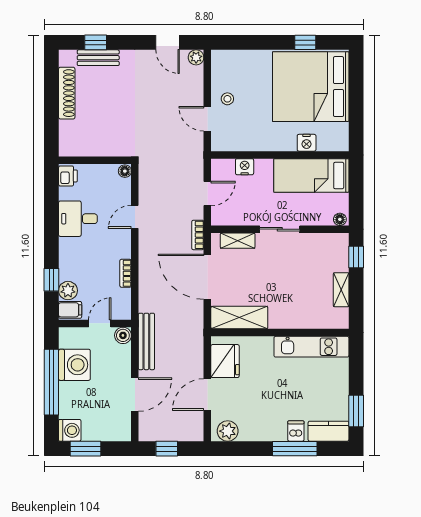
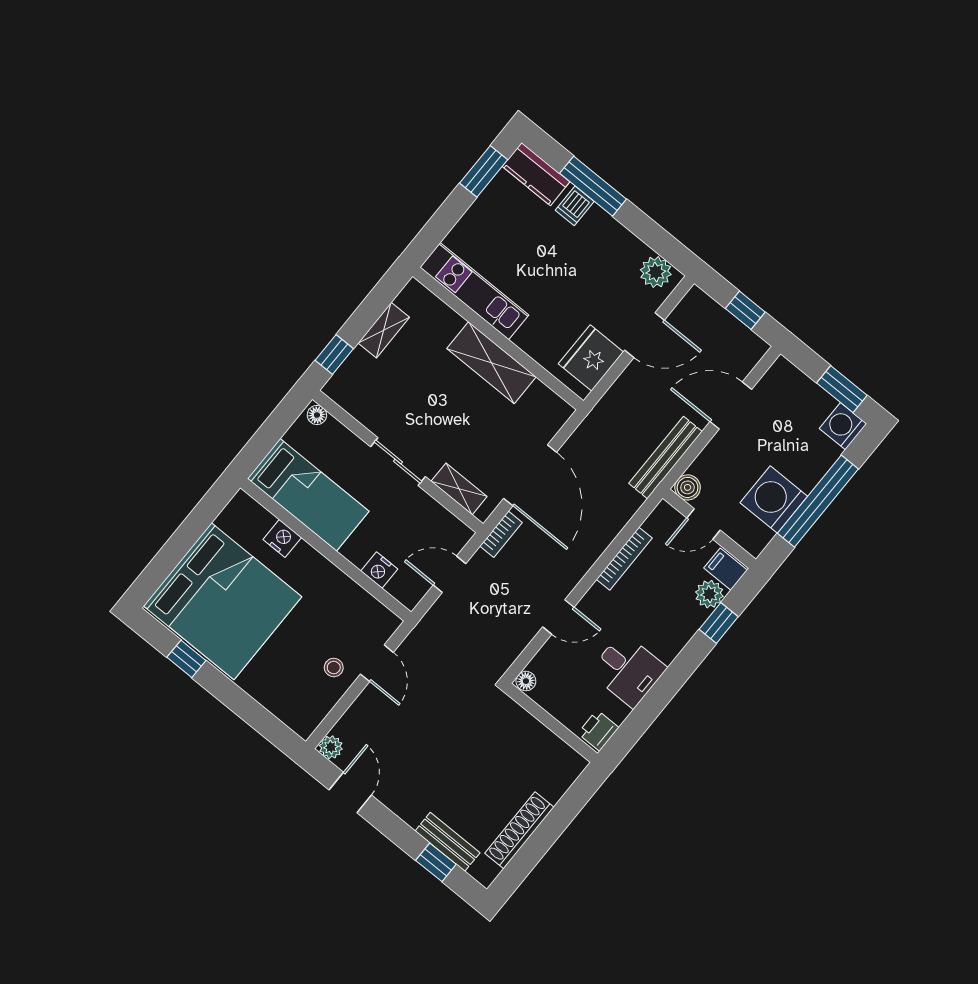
bookcase: (126, 273) -> (624, 559), width x1.56
shelving: (239, 318) -> (491, 363), moved

